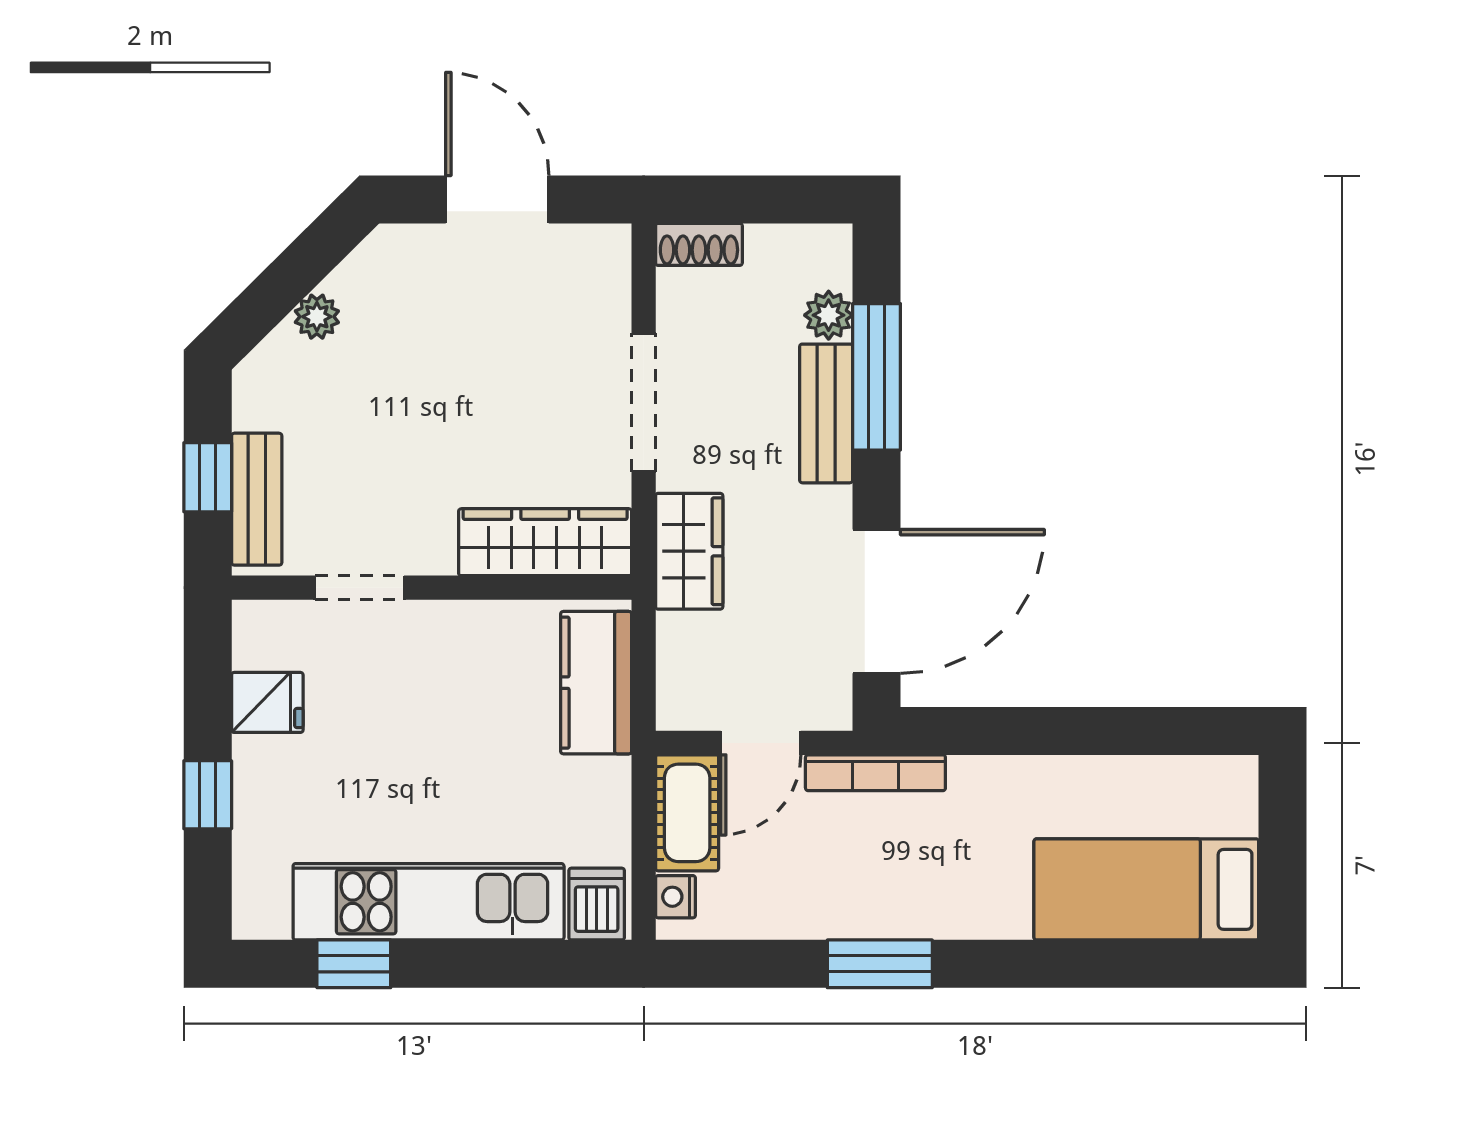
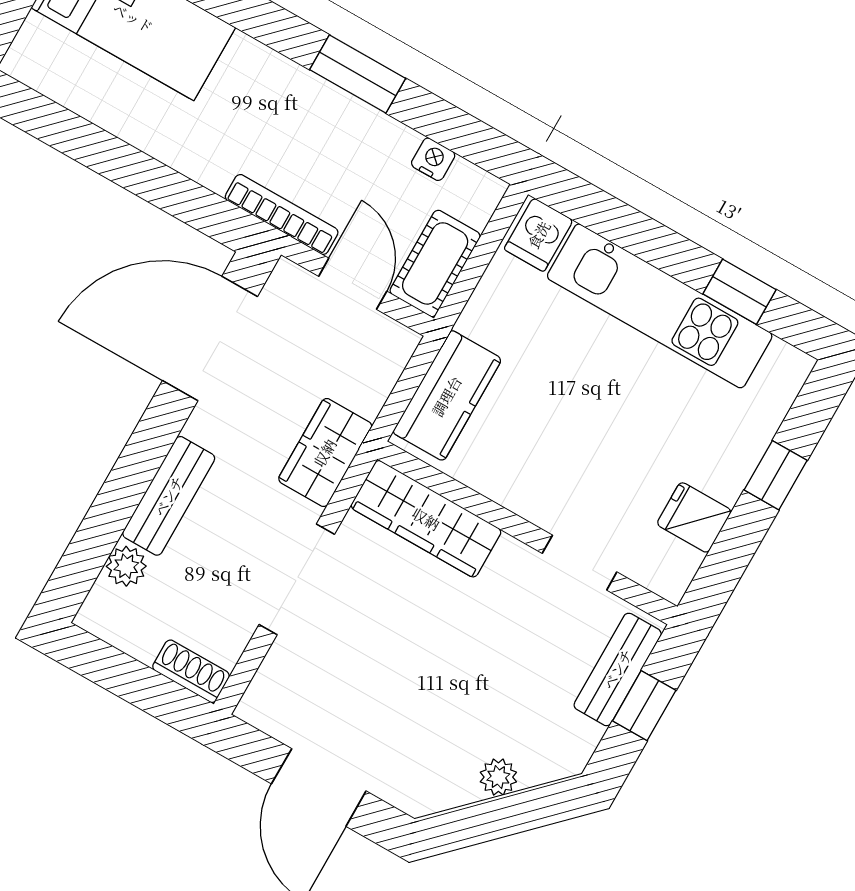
window: (876, 377) -> (117, 502), removed
door: (761, 743) -> (353, 284), hinge flipped
nightstand: (675, 897) -> (433, 159), moved, turned -90

